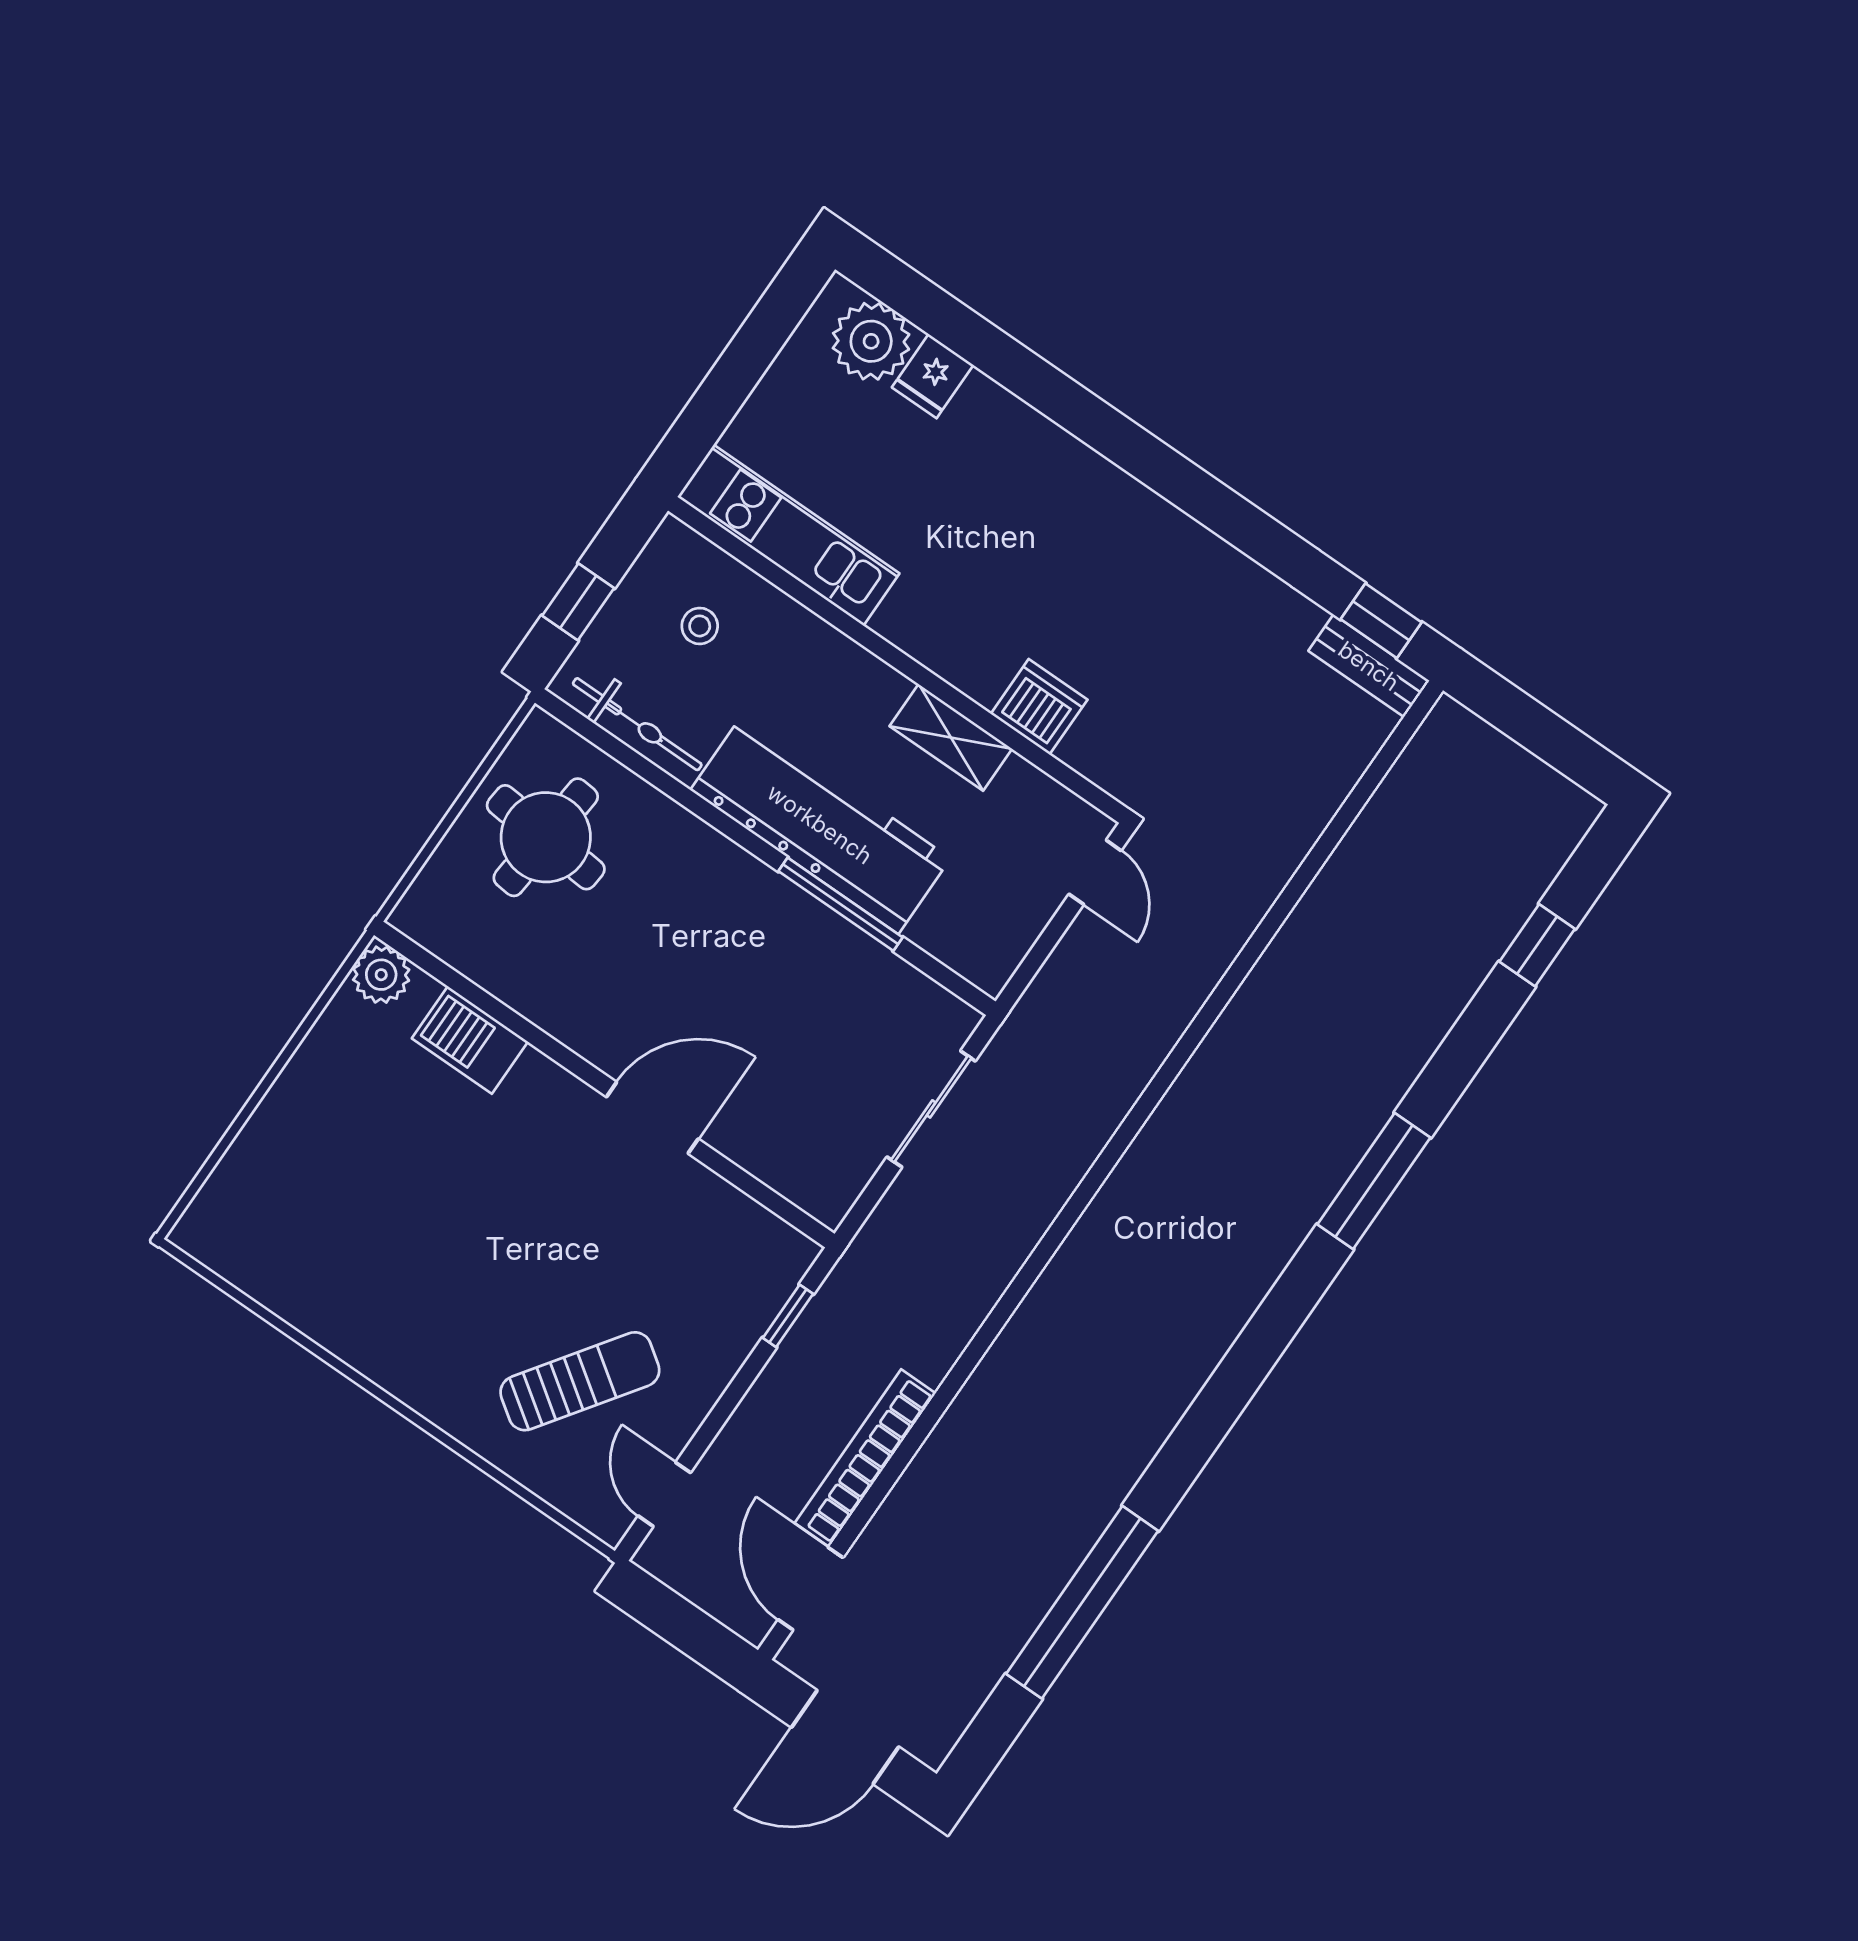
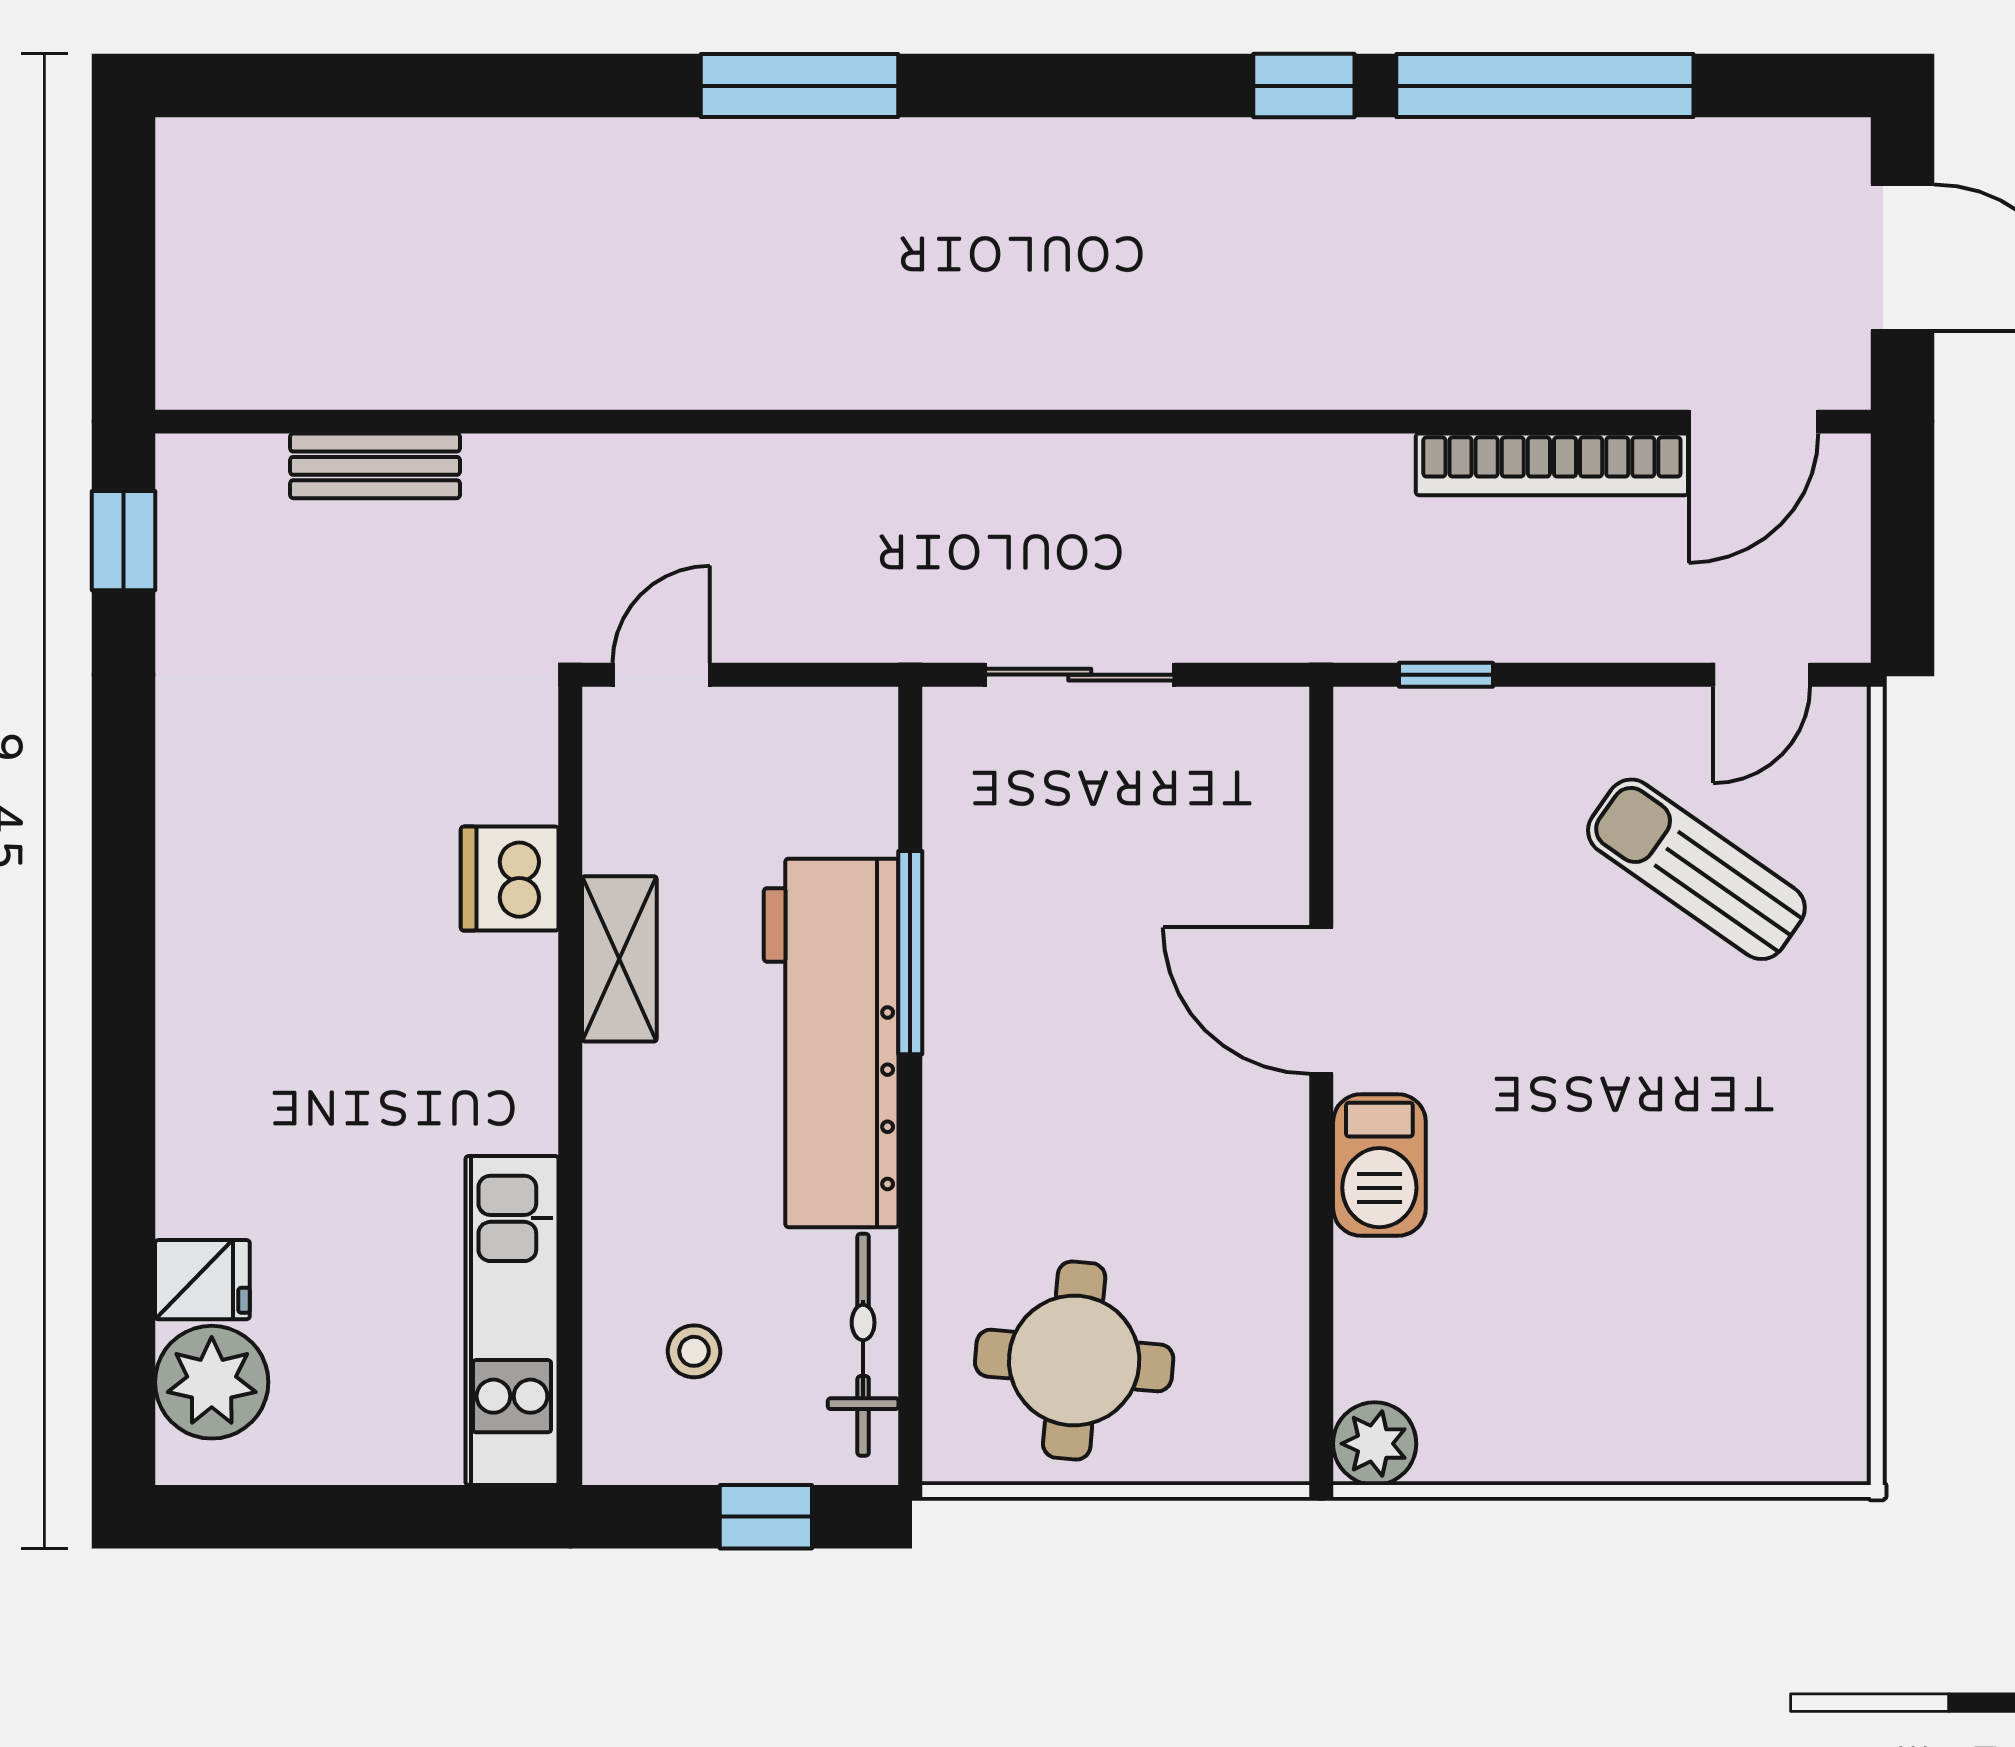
bench: (1369, 666) -> (375, 466), moved, turned 90
window: (1537, 945) -> (1304, 86), moved
barbecue: (470, 1040) -> (1379, 1165), moved

